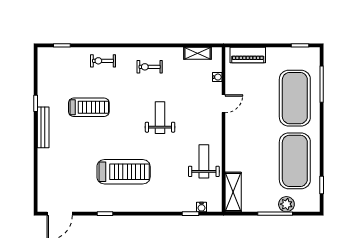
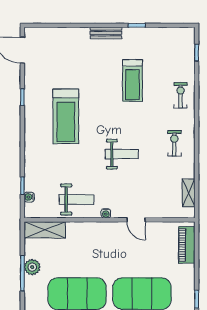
water cooler: (217, 77) -> (106, 213), moved
bench: (43, 127) -> (106, 33), width x0.73
plant: (286, 204) -> (32, 267), moved

